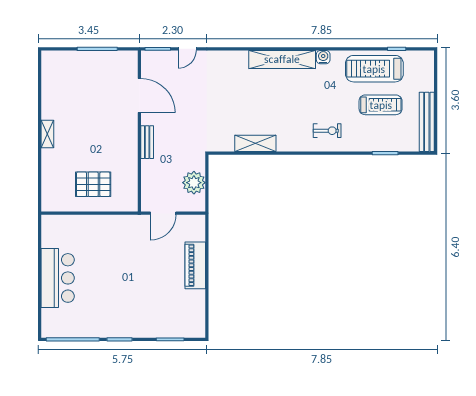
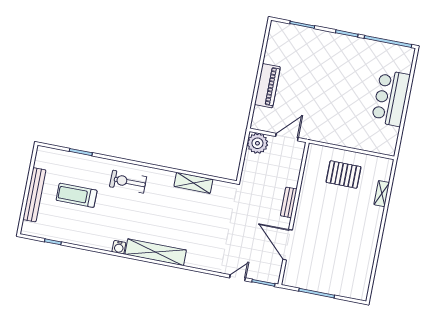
treadmill: (374, 69) -> (76, 228), removed
bench: (427, 122) -> (34, 195), moved
exercise bike: (327, 131) -> (128, 182), width x1.38, depth x1.39
shelving: (47, 134) -> (382, 194), moved
plant: (194, 183) -> (257, 143), moved

